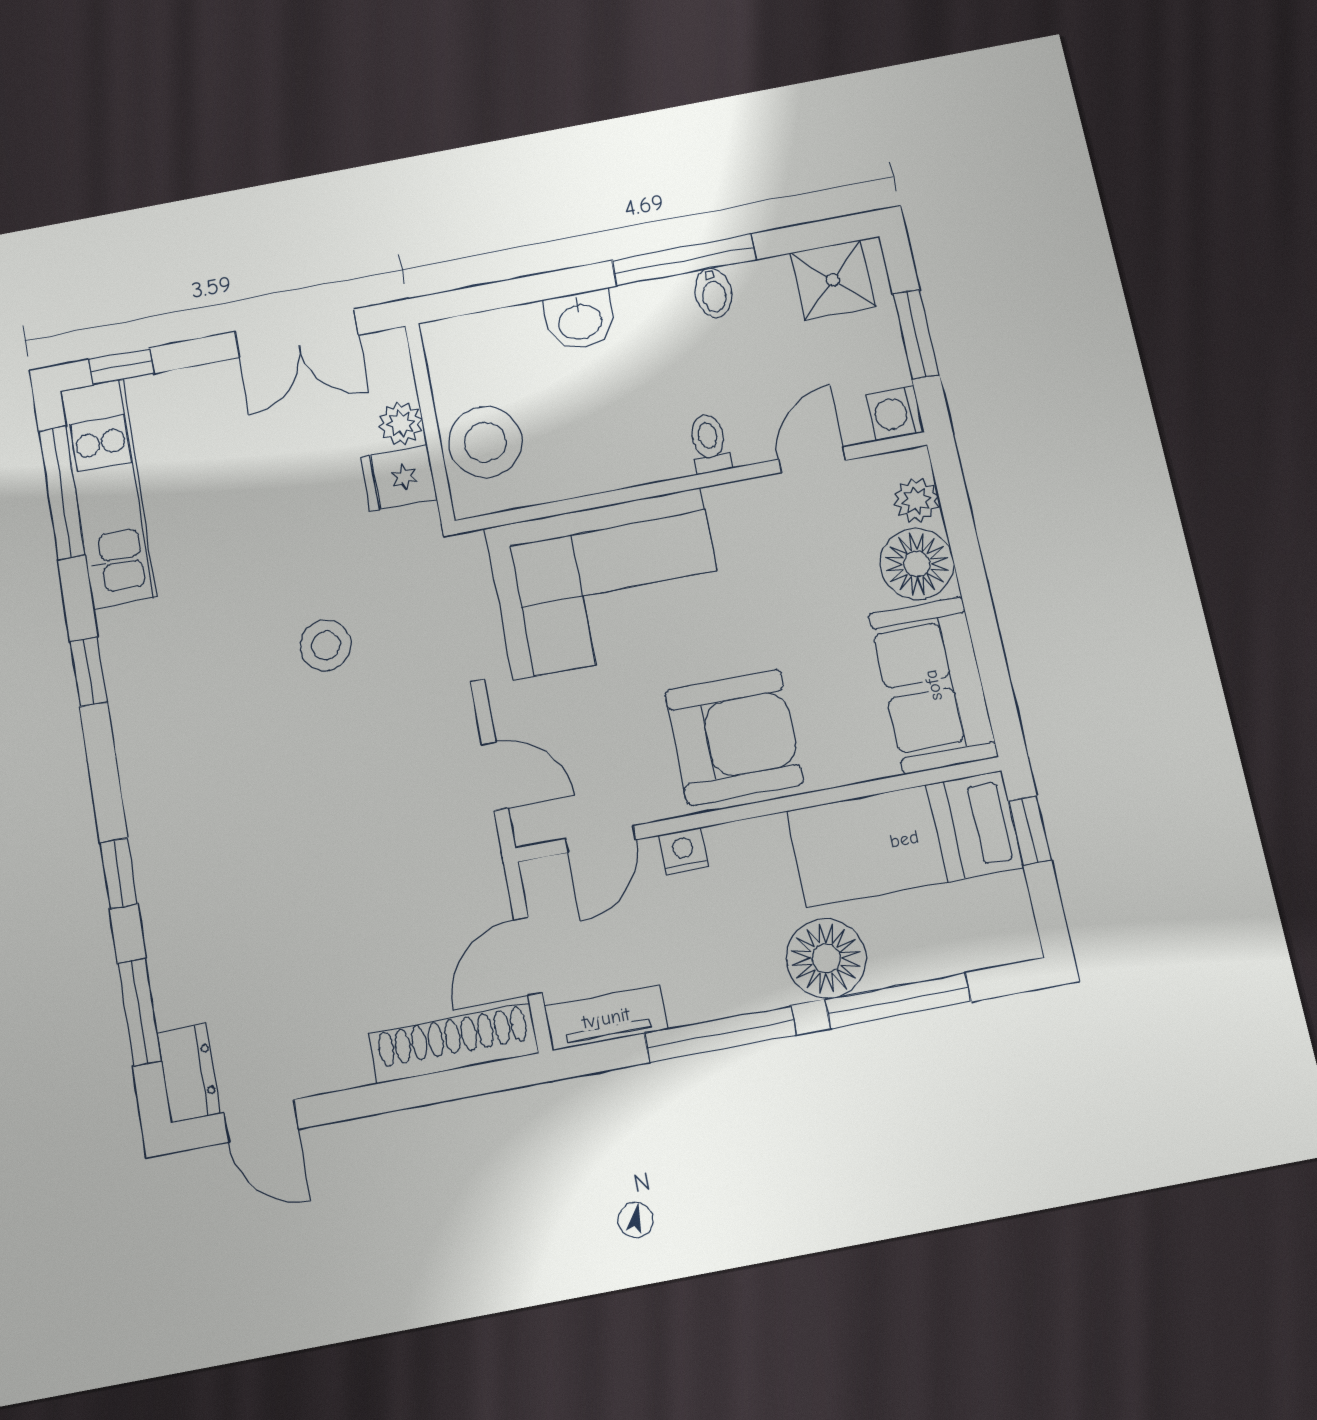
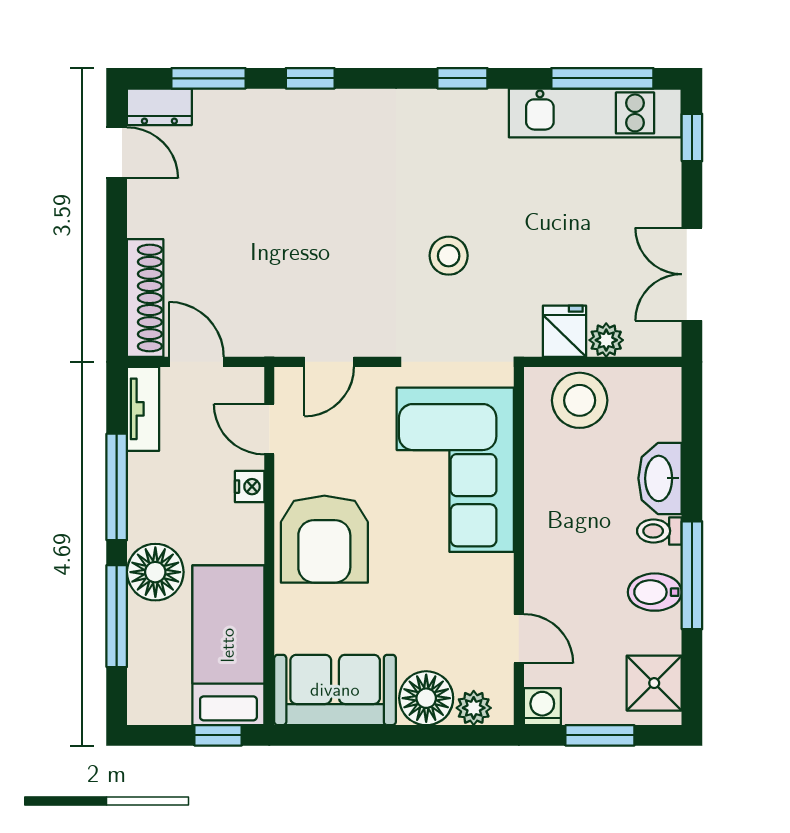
bidet: (713, 293) -> (655, 592), width x1.38, depth x1.36
washbasin: (580, 320) -> (660, 478), width x1.38
toilet: (709, 444) -> (659, 531), moved, turned 180
door: (261, 1121) -> (117, 153), swing flipped

